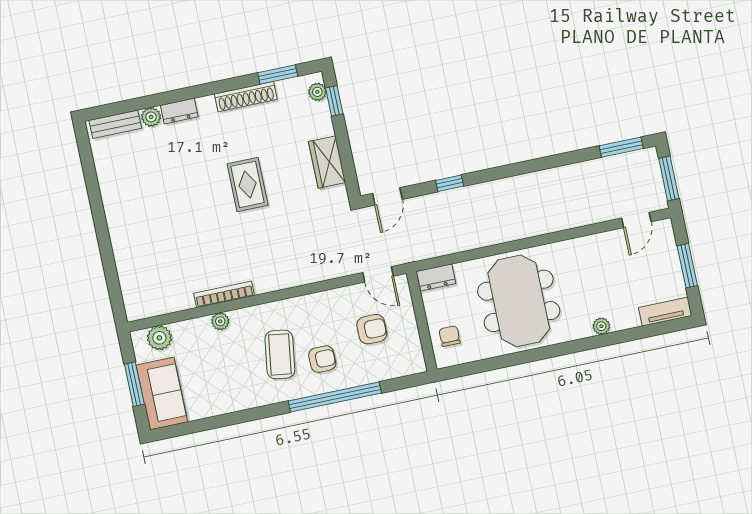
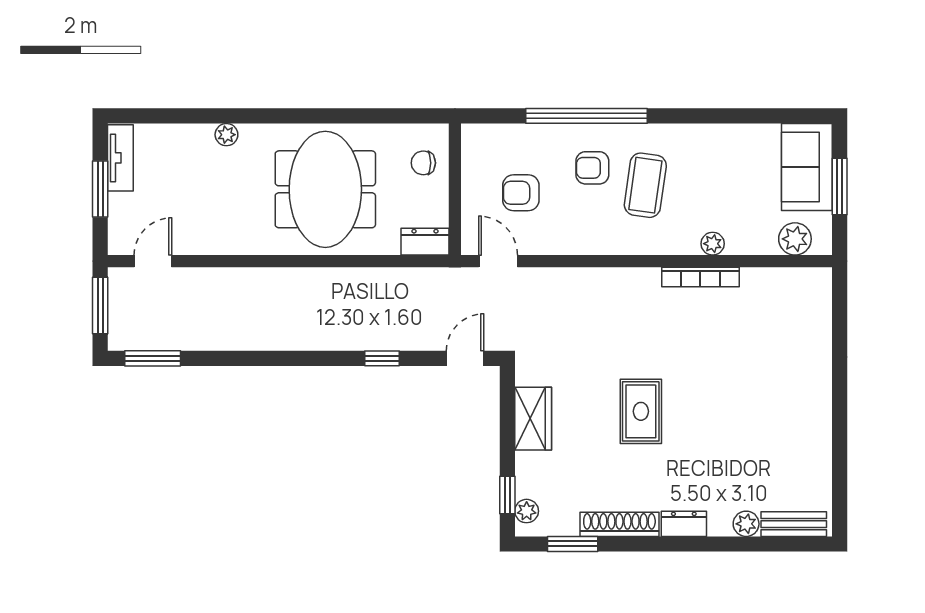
dresser: (179, 111) -> (684, 524), moved
tv unit: (665, 312) -> (120, 158), moved, turned -90
chair: (450, 336) -> (423, 163), turned 90

